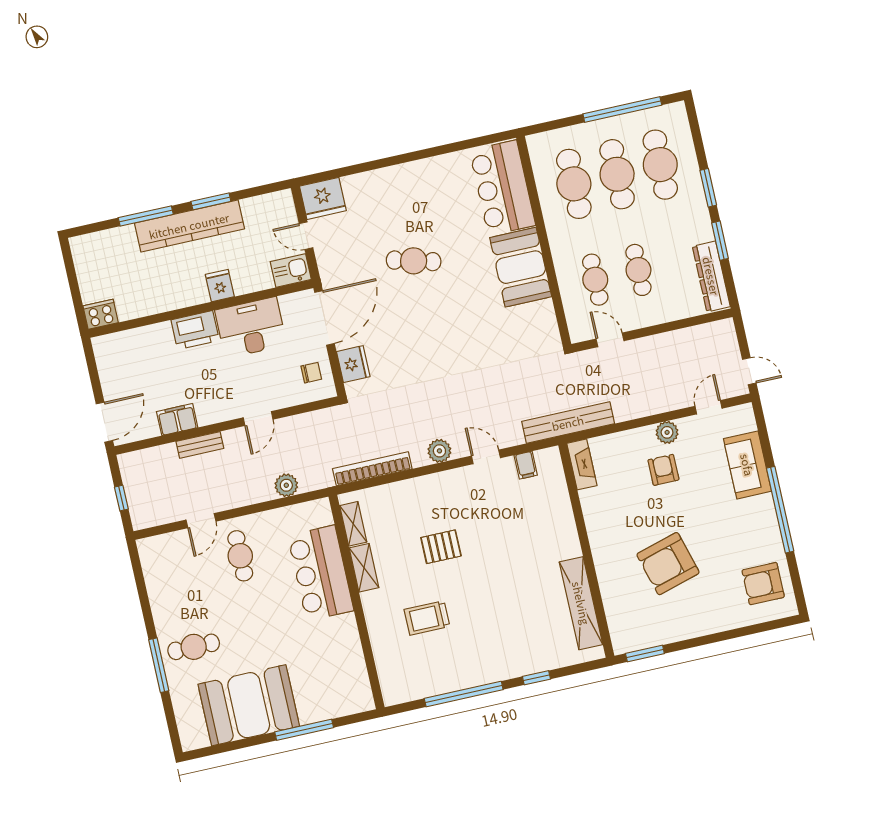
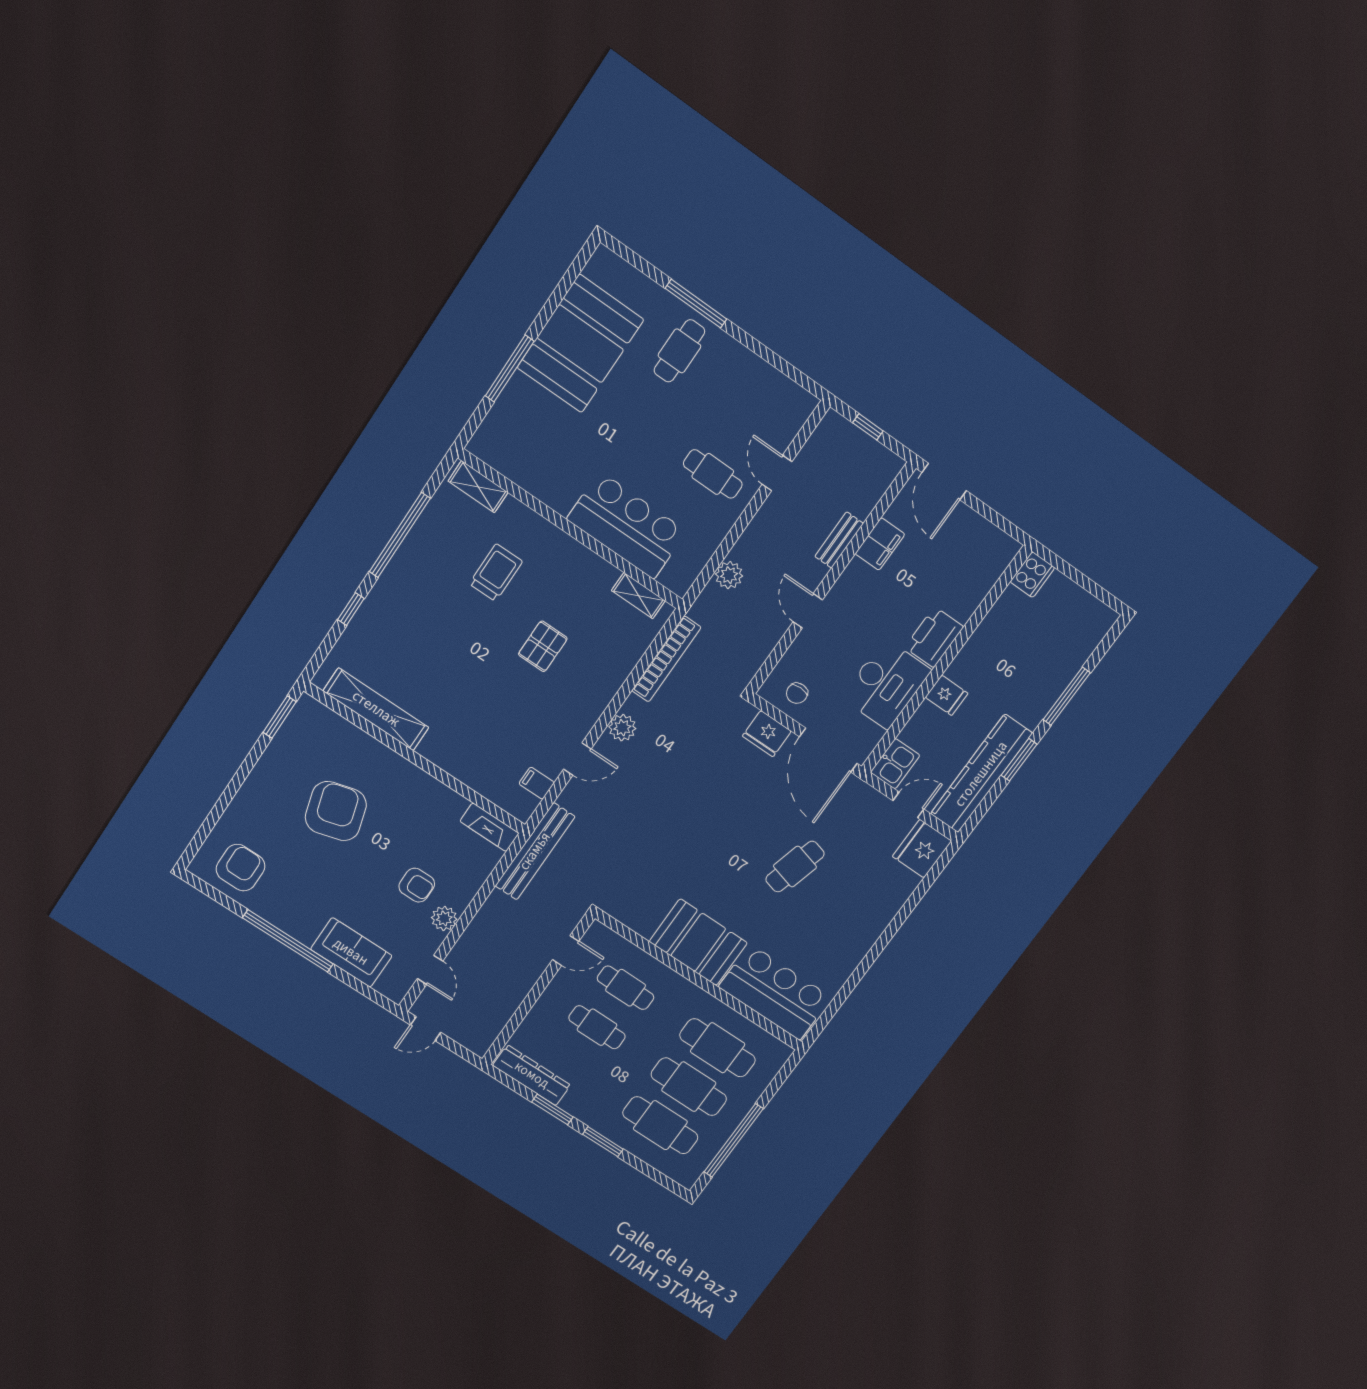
kitchen counter: (189, 226) -> (981, 774), moved
shelving: (364, 568) -> (478, 487), moved

